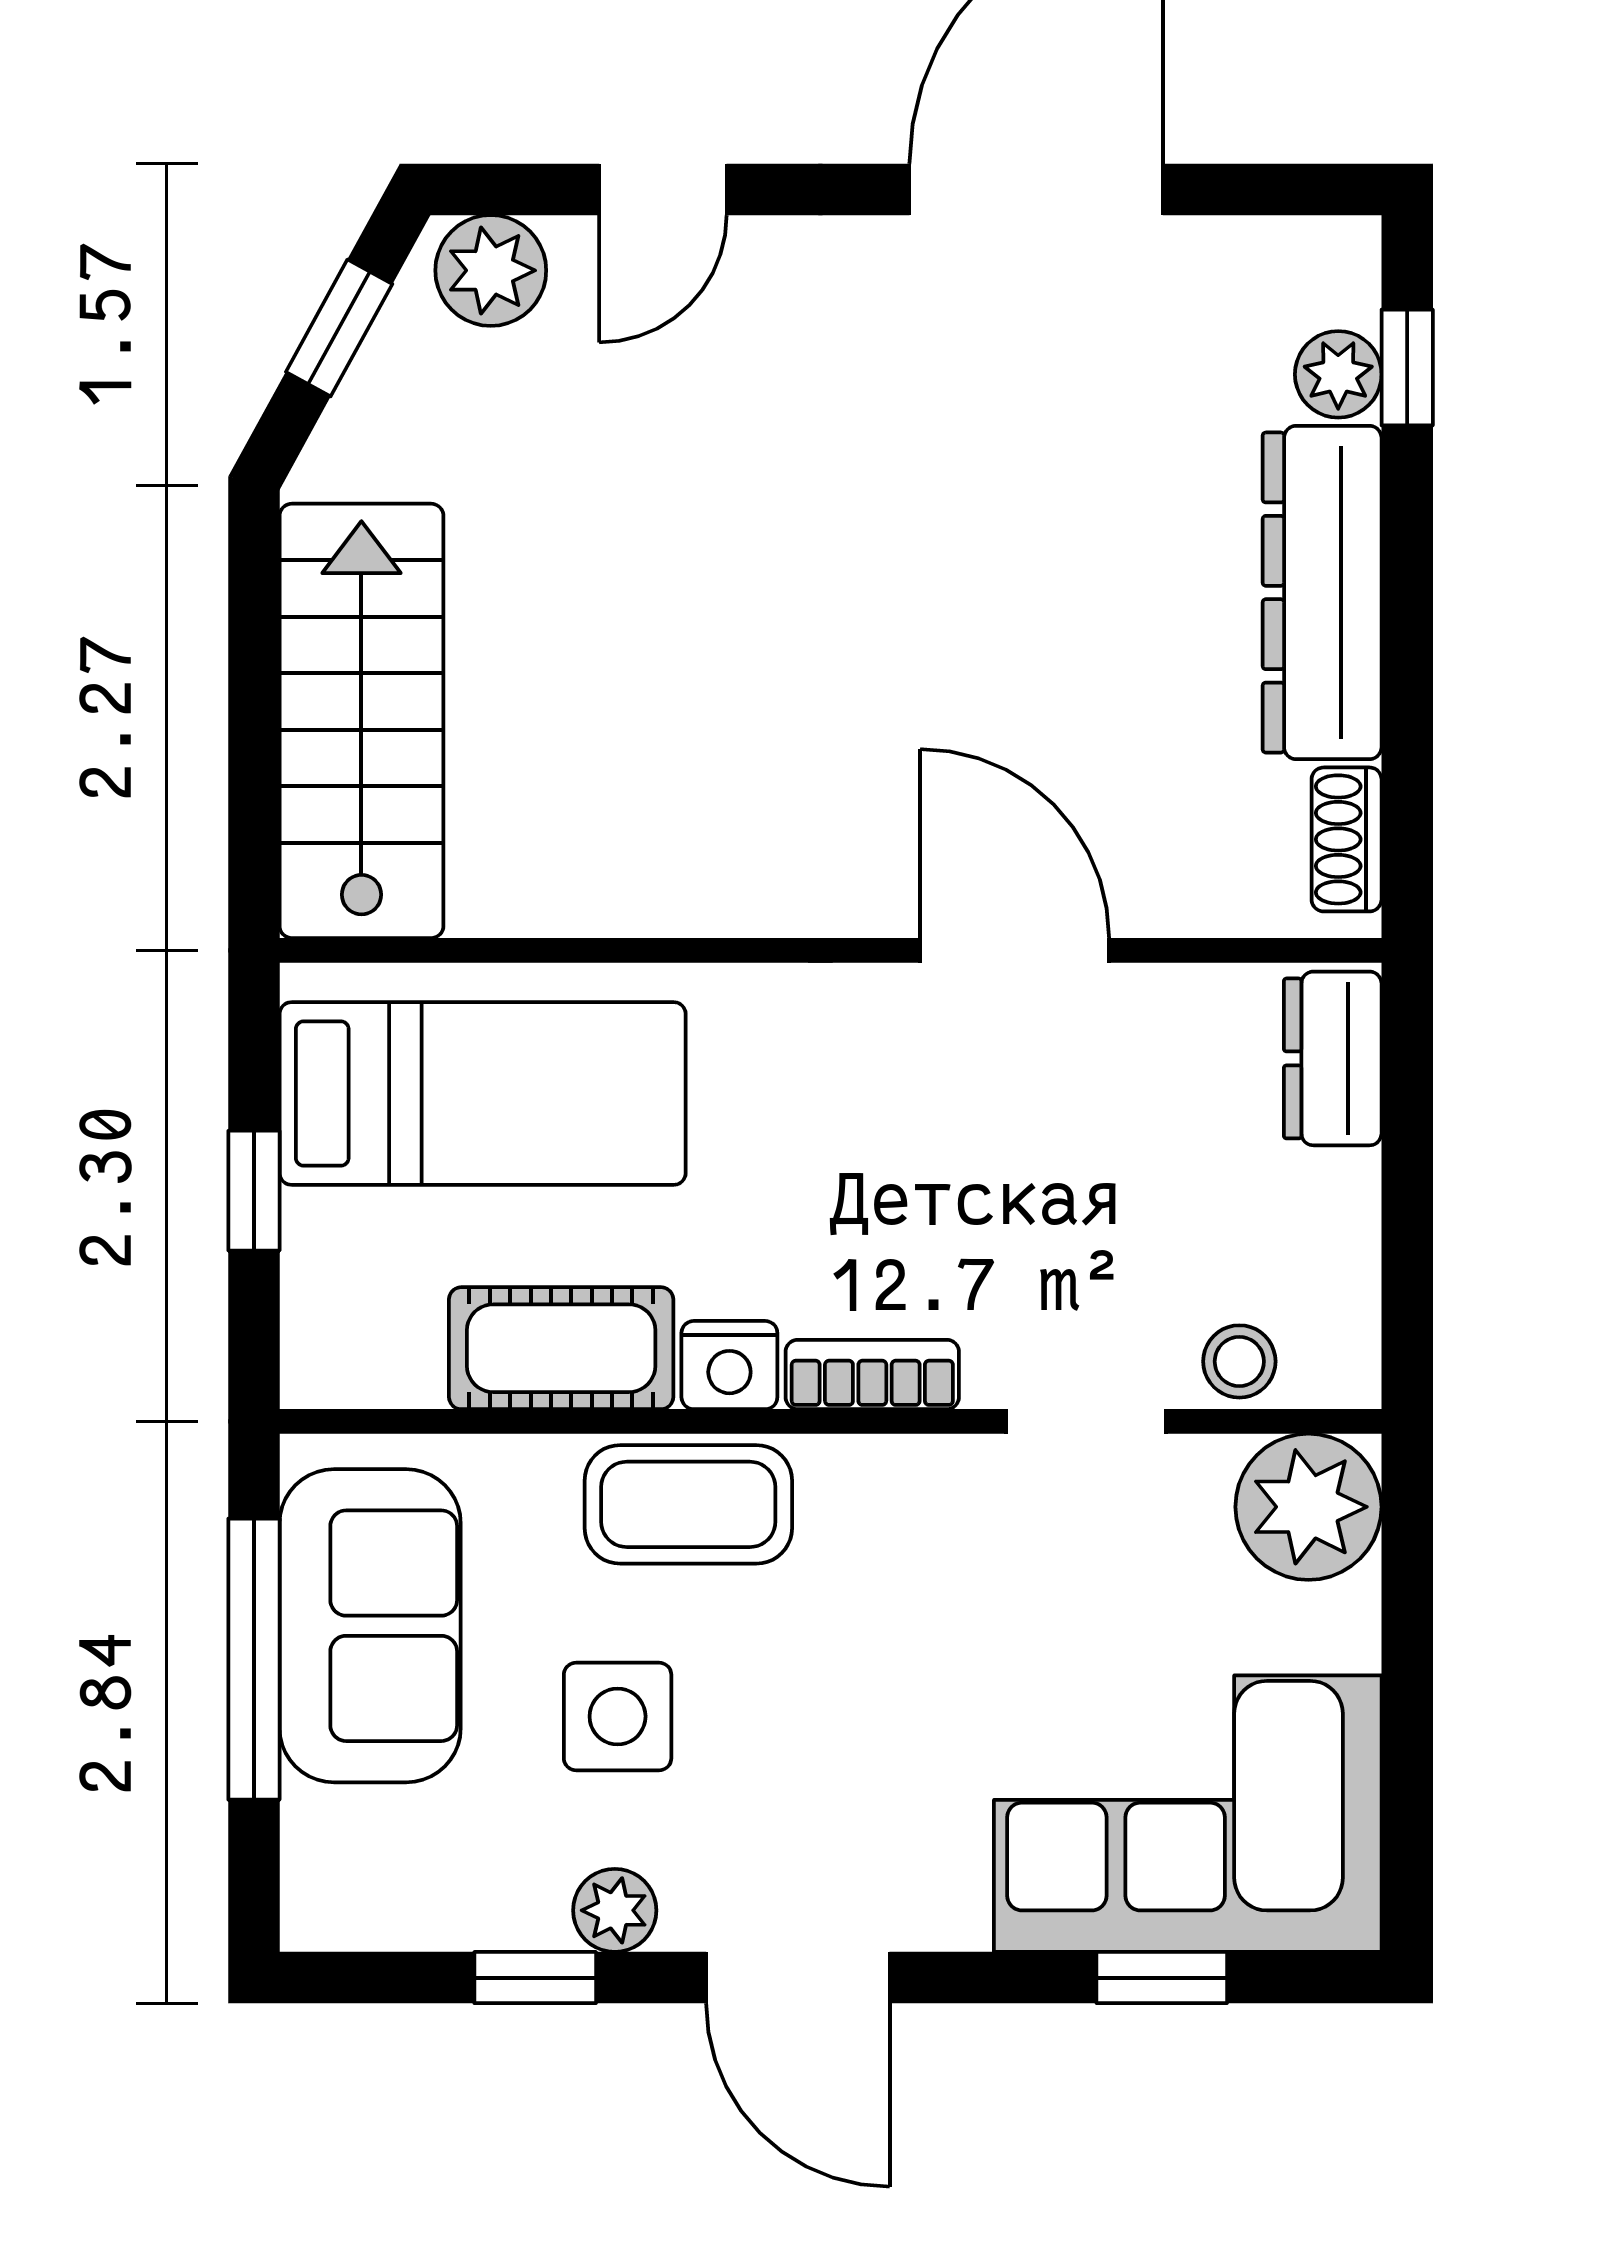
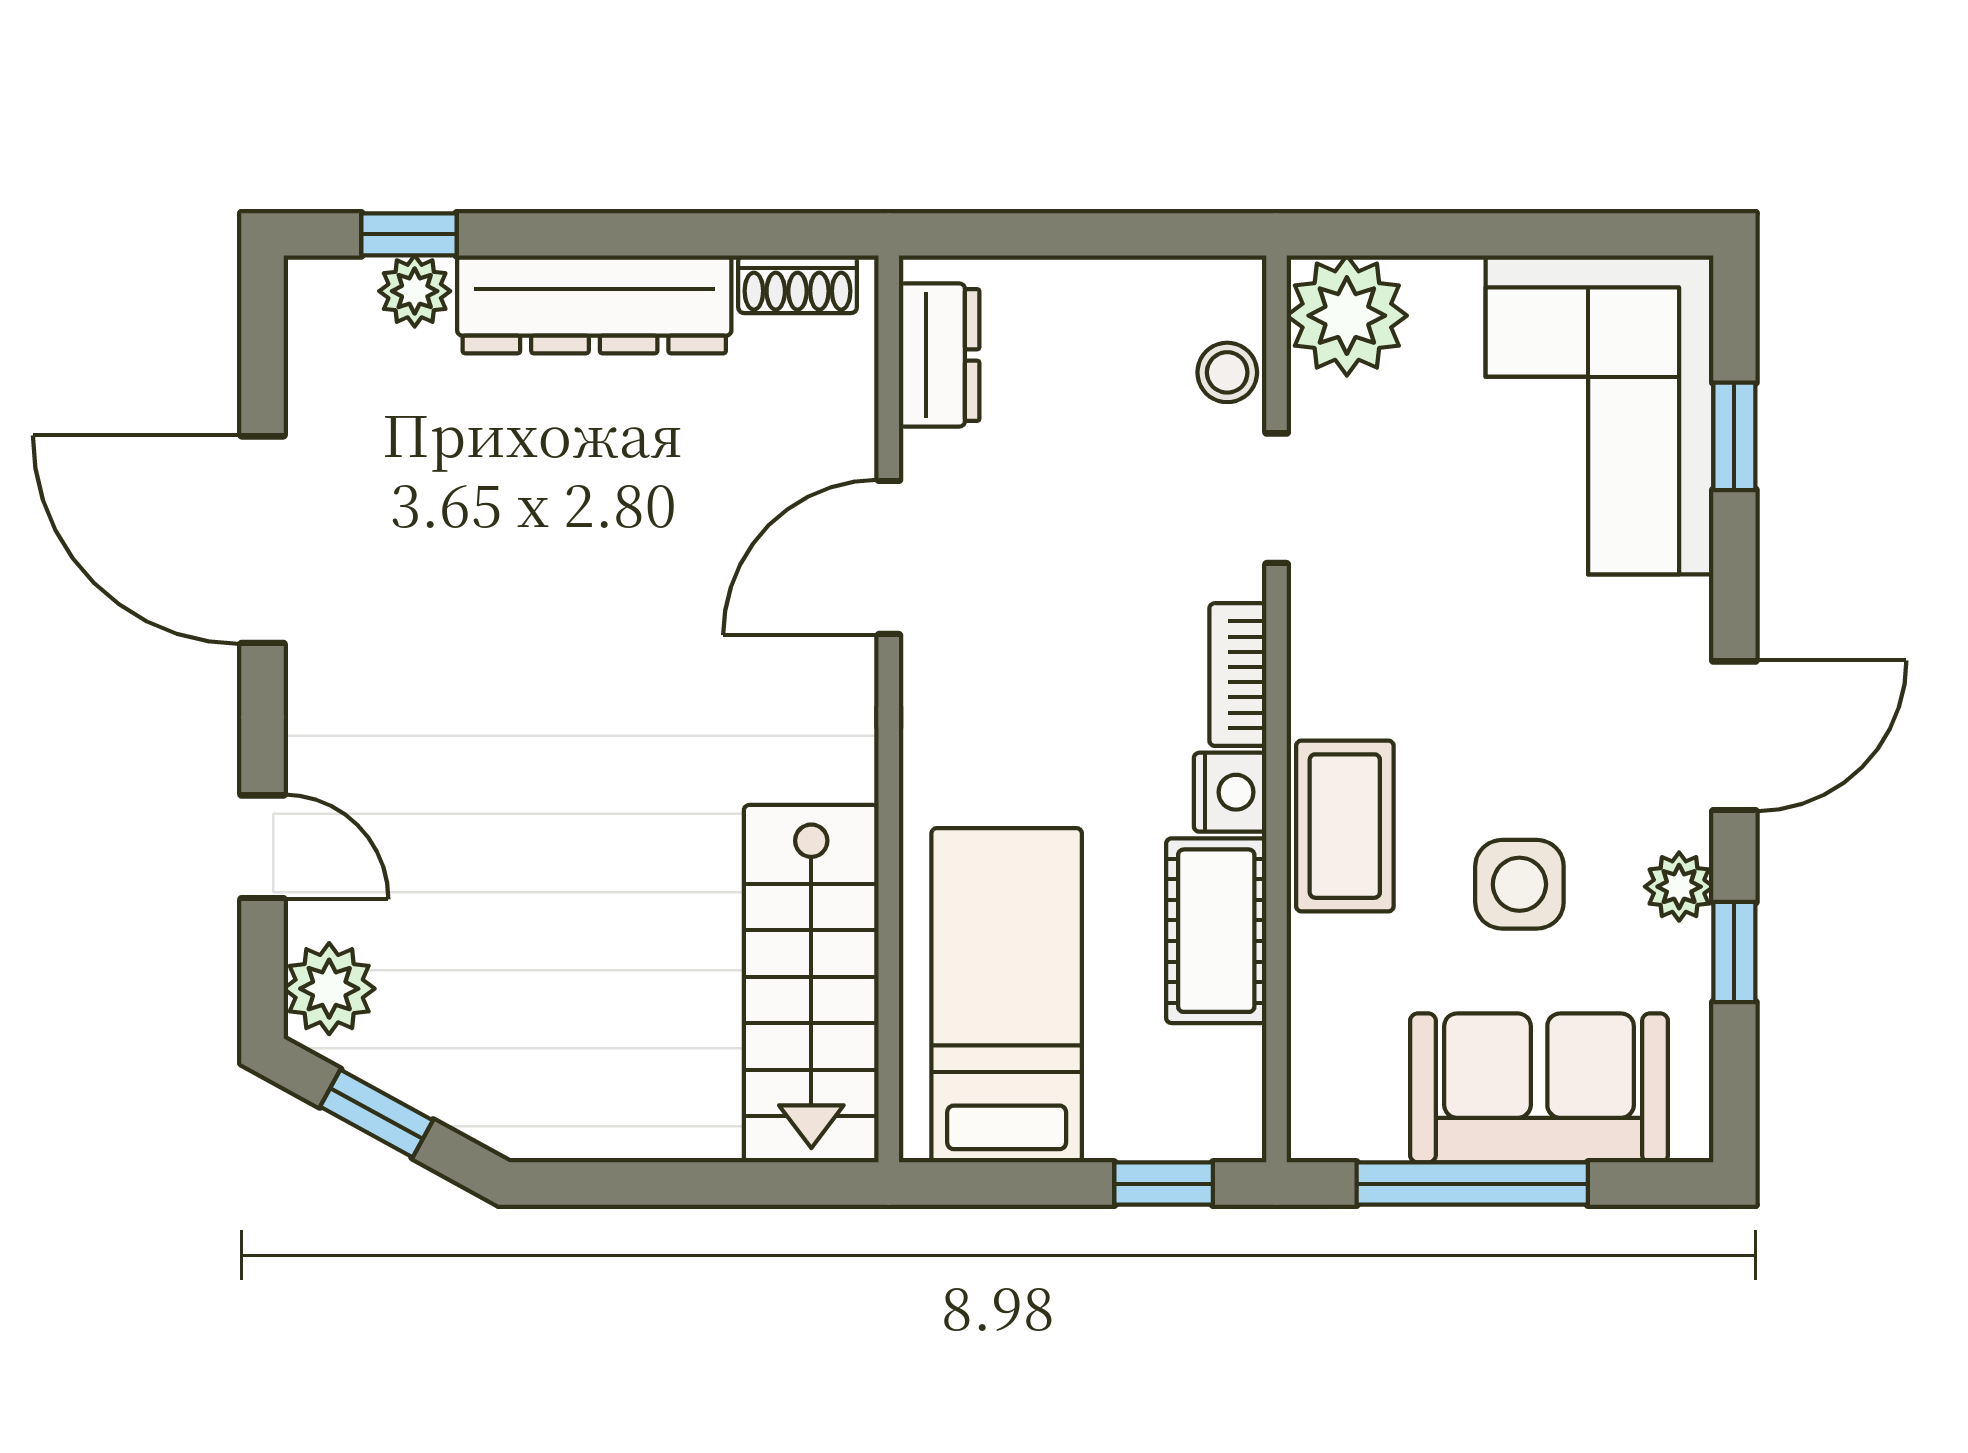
stairs: (361, 721) -> (811, 984), moved, turned -90
dresser: (1333, 1058) -> (939, 355), moved, turned -90
window: (254, 1191) -> (1164, 1184), moved
sofa: (370, 1626) -> (1539, 1088), moved

